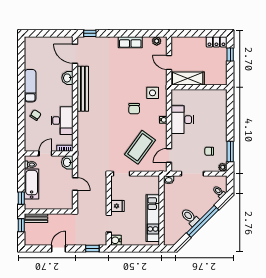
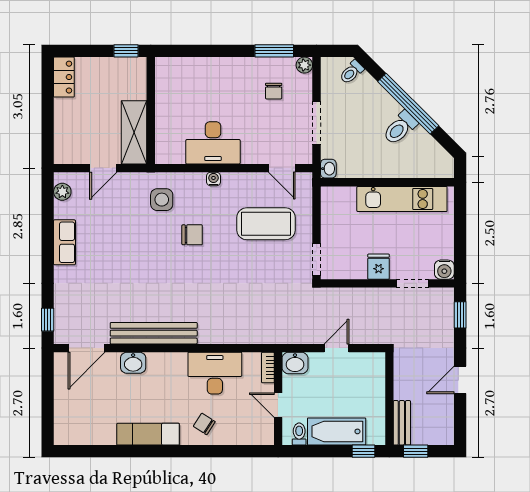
window: (230, 54) -> (126, 51), moved
coffee table: (140, 147) -> (266, 224), turned -36
door: (58, 248) -> (460, 380), hinge flipped

